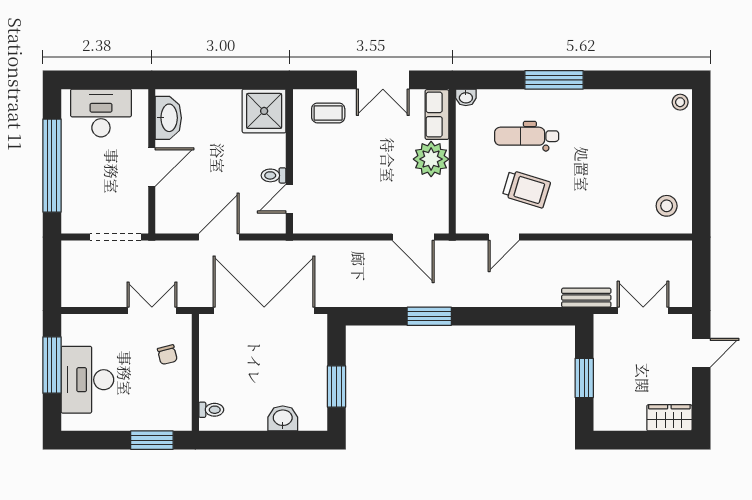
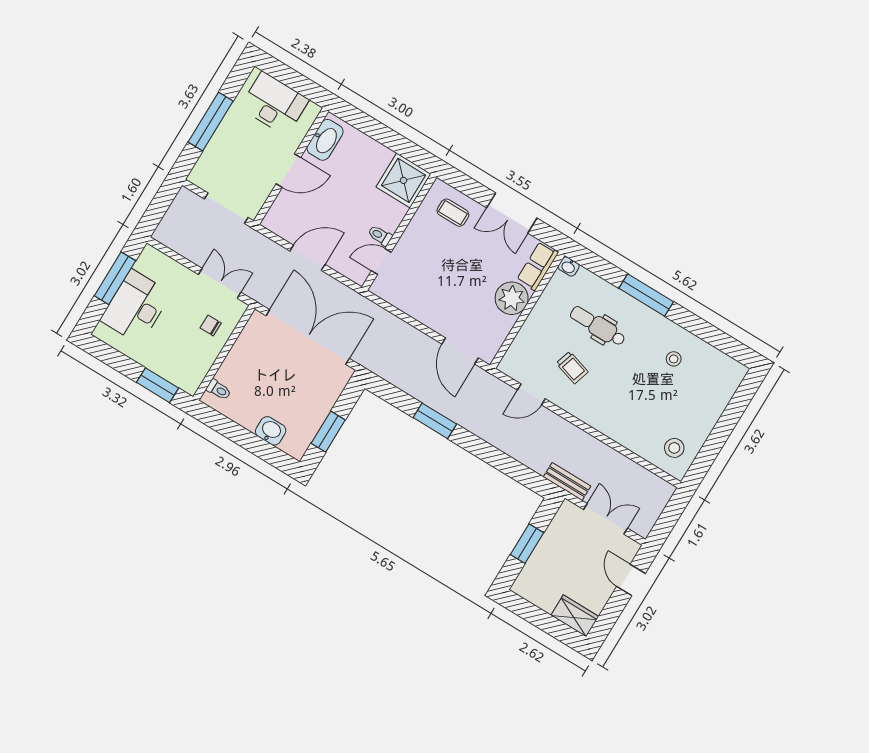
stool: (680, 102) -> (674, 359), moved
window: (52, 166) -> (211, 122), width x0.68
trolley: (526, 189) -> (572, 368), width x0.73, depth x0.72
door: (701, 353) -> (631, 580), swing flipped
chair: (167, 355) -> (211, 325), turned 104

